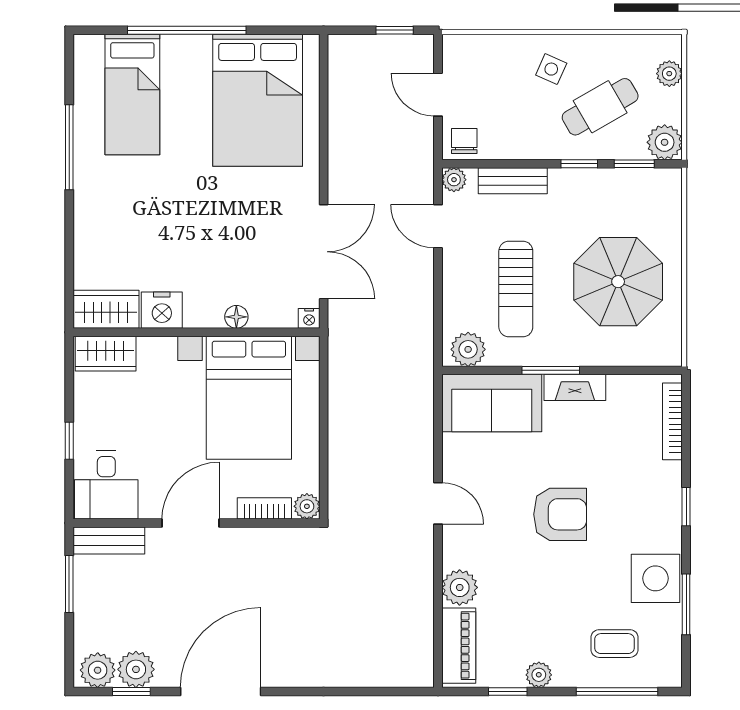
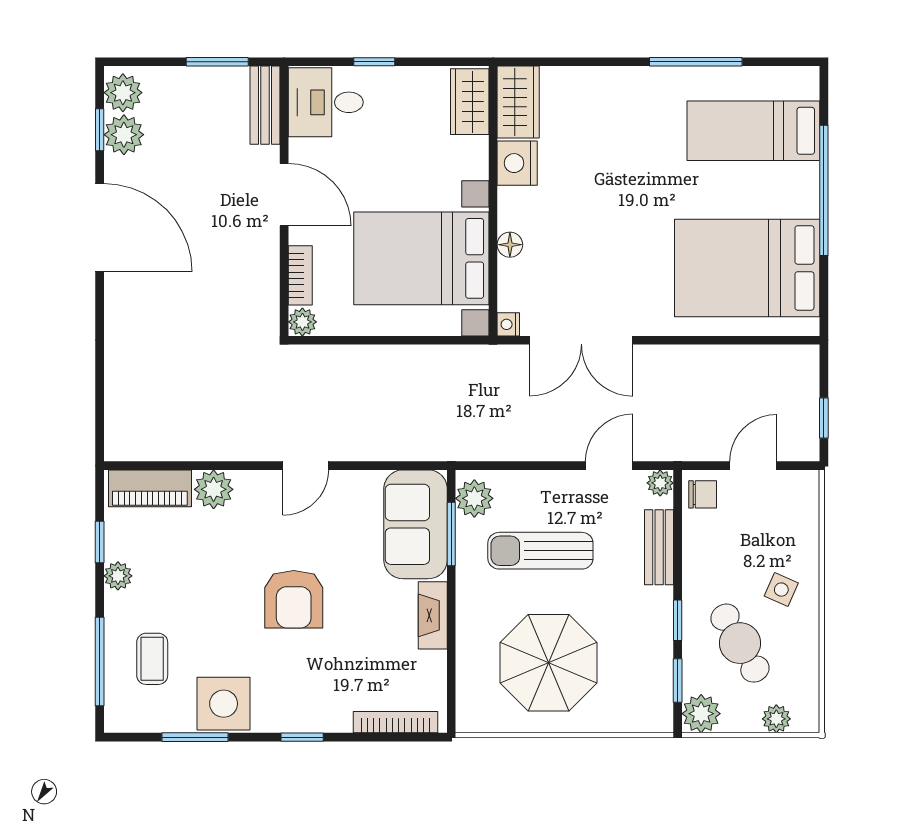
window: (551, 370) -> (451, 534), moved

